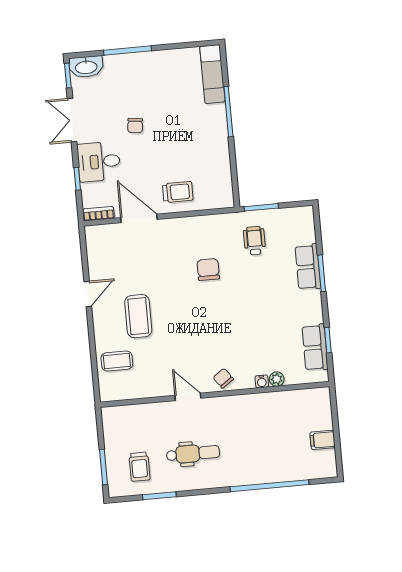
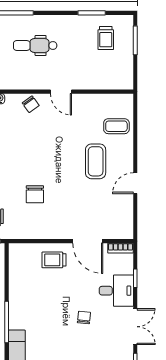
dental chair: (193, 454) -> (35, 45), moved
trolley: (140, 467) -> (106, 38), turned 180

